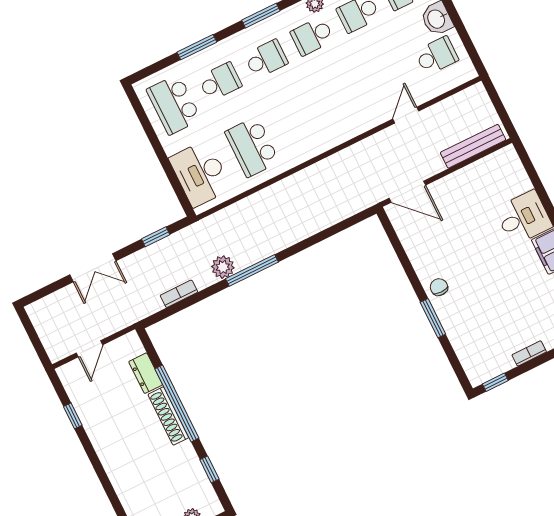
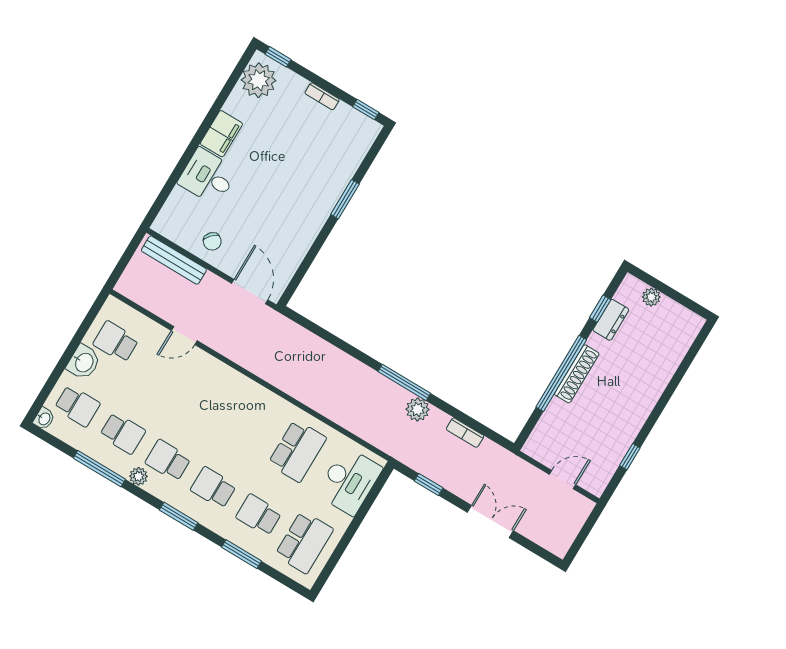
school desk: (312, 36) -> (168, 460), turned 180
chair: (439, 287) -> (212, 241), moved, turned -47
dresser: (146, 373) -> (611, 320), moved

